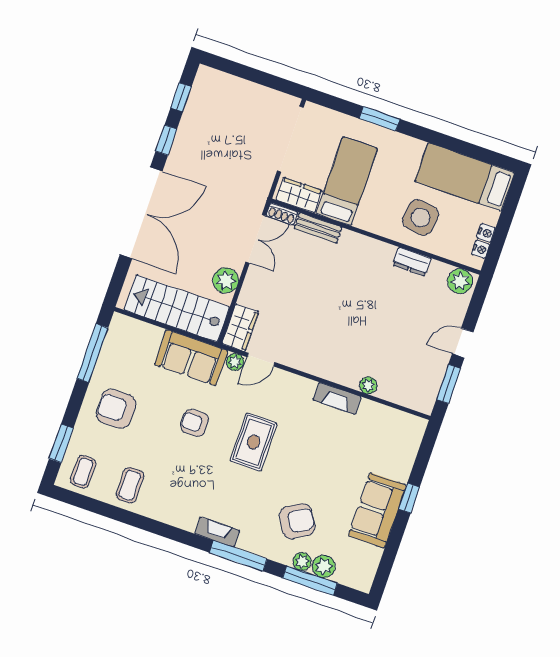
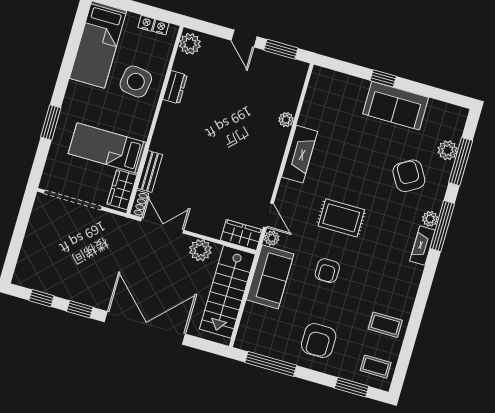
fireplace: (337, 398) -> (300, 154), width x1.37, depth x1.32
plant: (302, 561) -> (430, 219), moved

